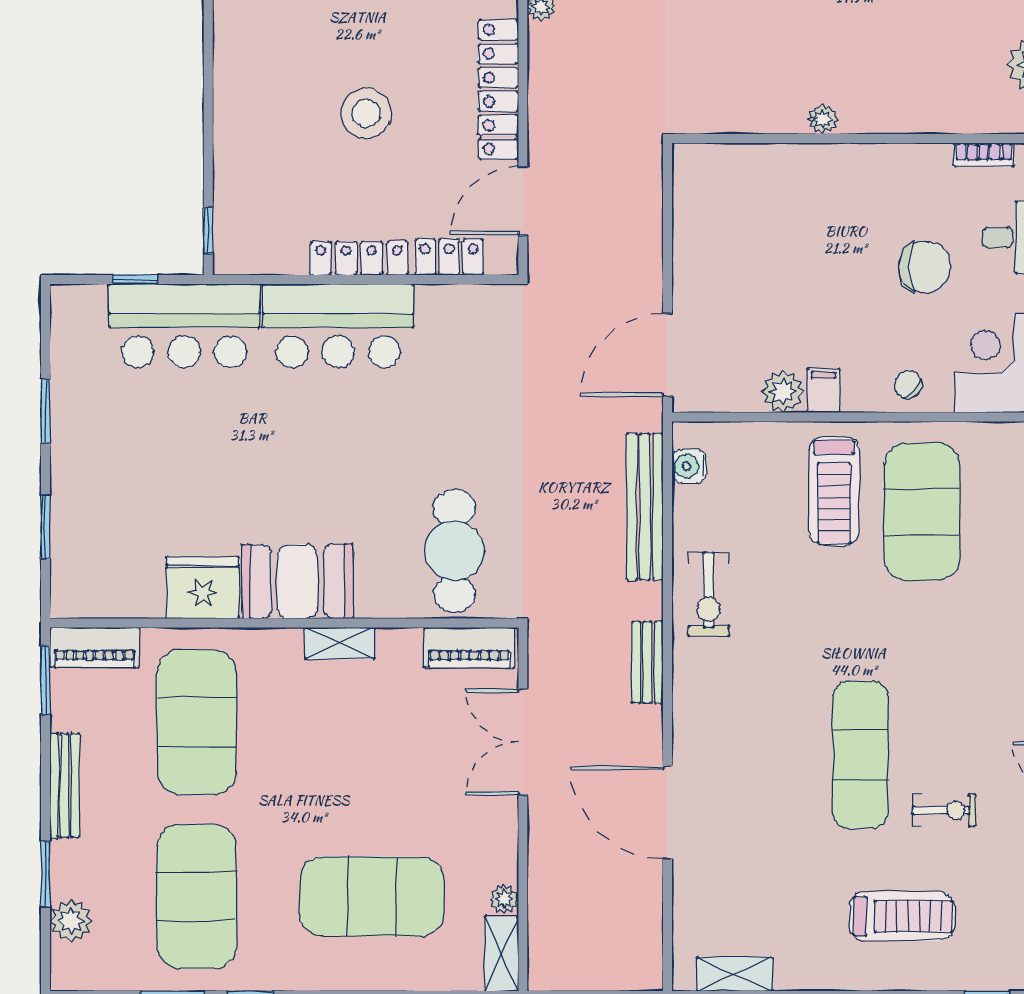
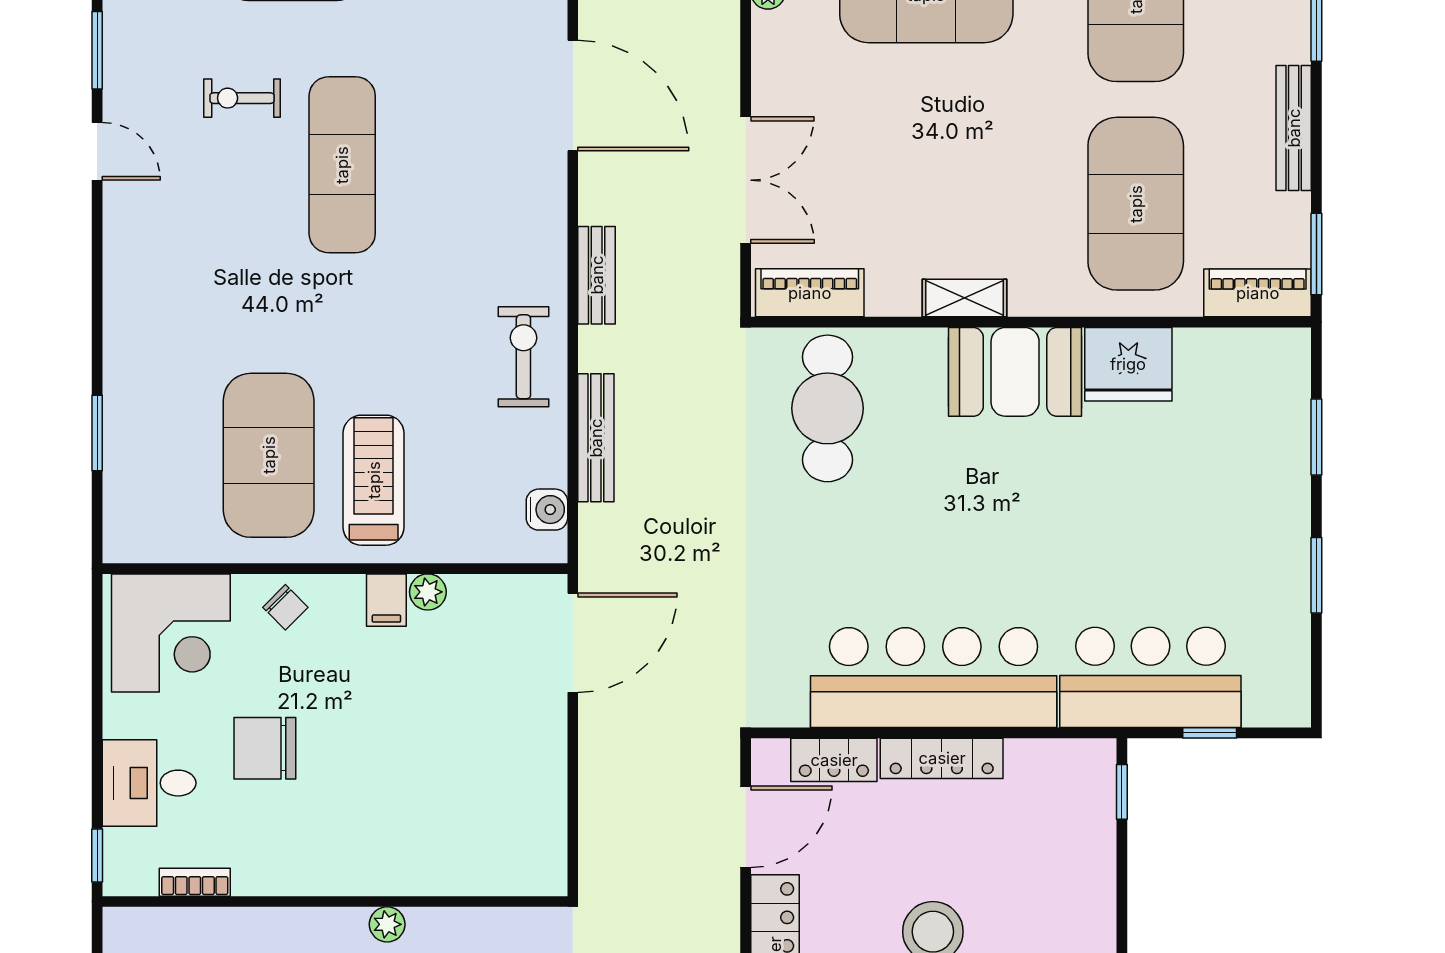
bar counter: (338, 326) -> (934, 678), width x1.36
plant: (783, 392) -> (428, 592), width x0.73, depth x0.73
bench: (645, 507) -> (596, 438), width x0.73, depth x0.82

